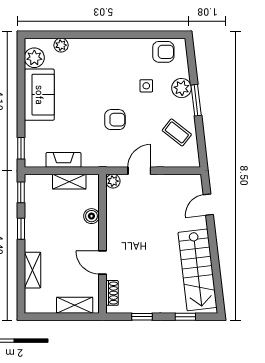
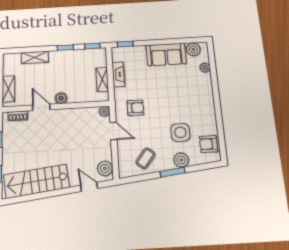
armchair: (163, 52) -> (208, 144), turned 90
side table: (146, 86) -> (180, 132), width x1.87, depth x1.87
armchair: (115, 120) -> (135, 108), moved, turned -90
plant: (187, 184) -> (105, 168), added
boiler: (91, 216) -> (61, 98), moved
door: (103, 263) -> (41, 107), hinge flipped

